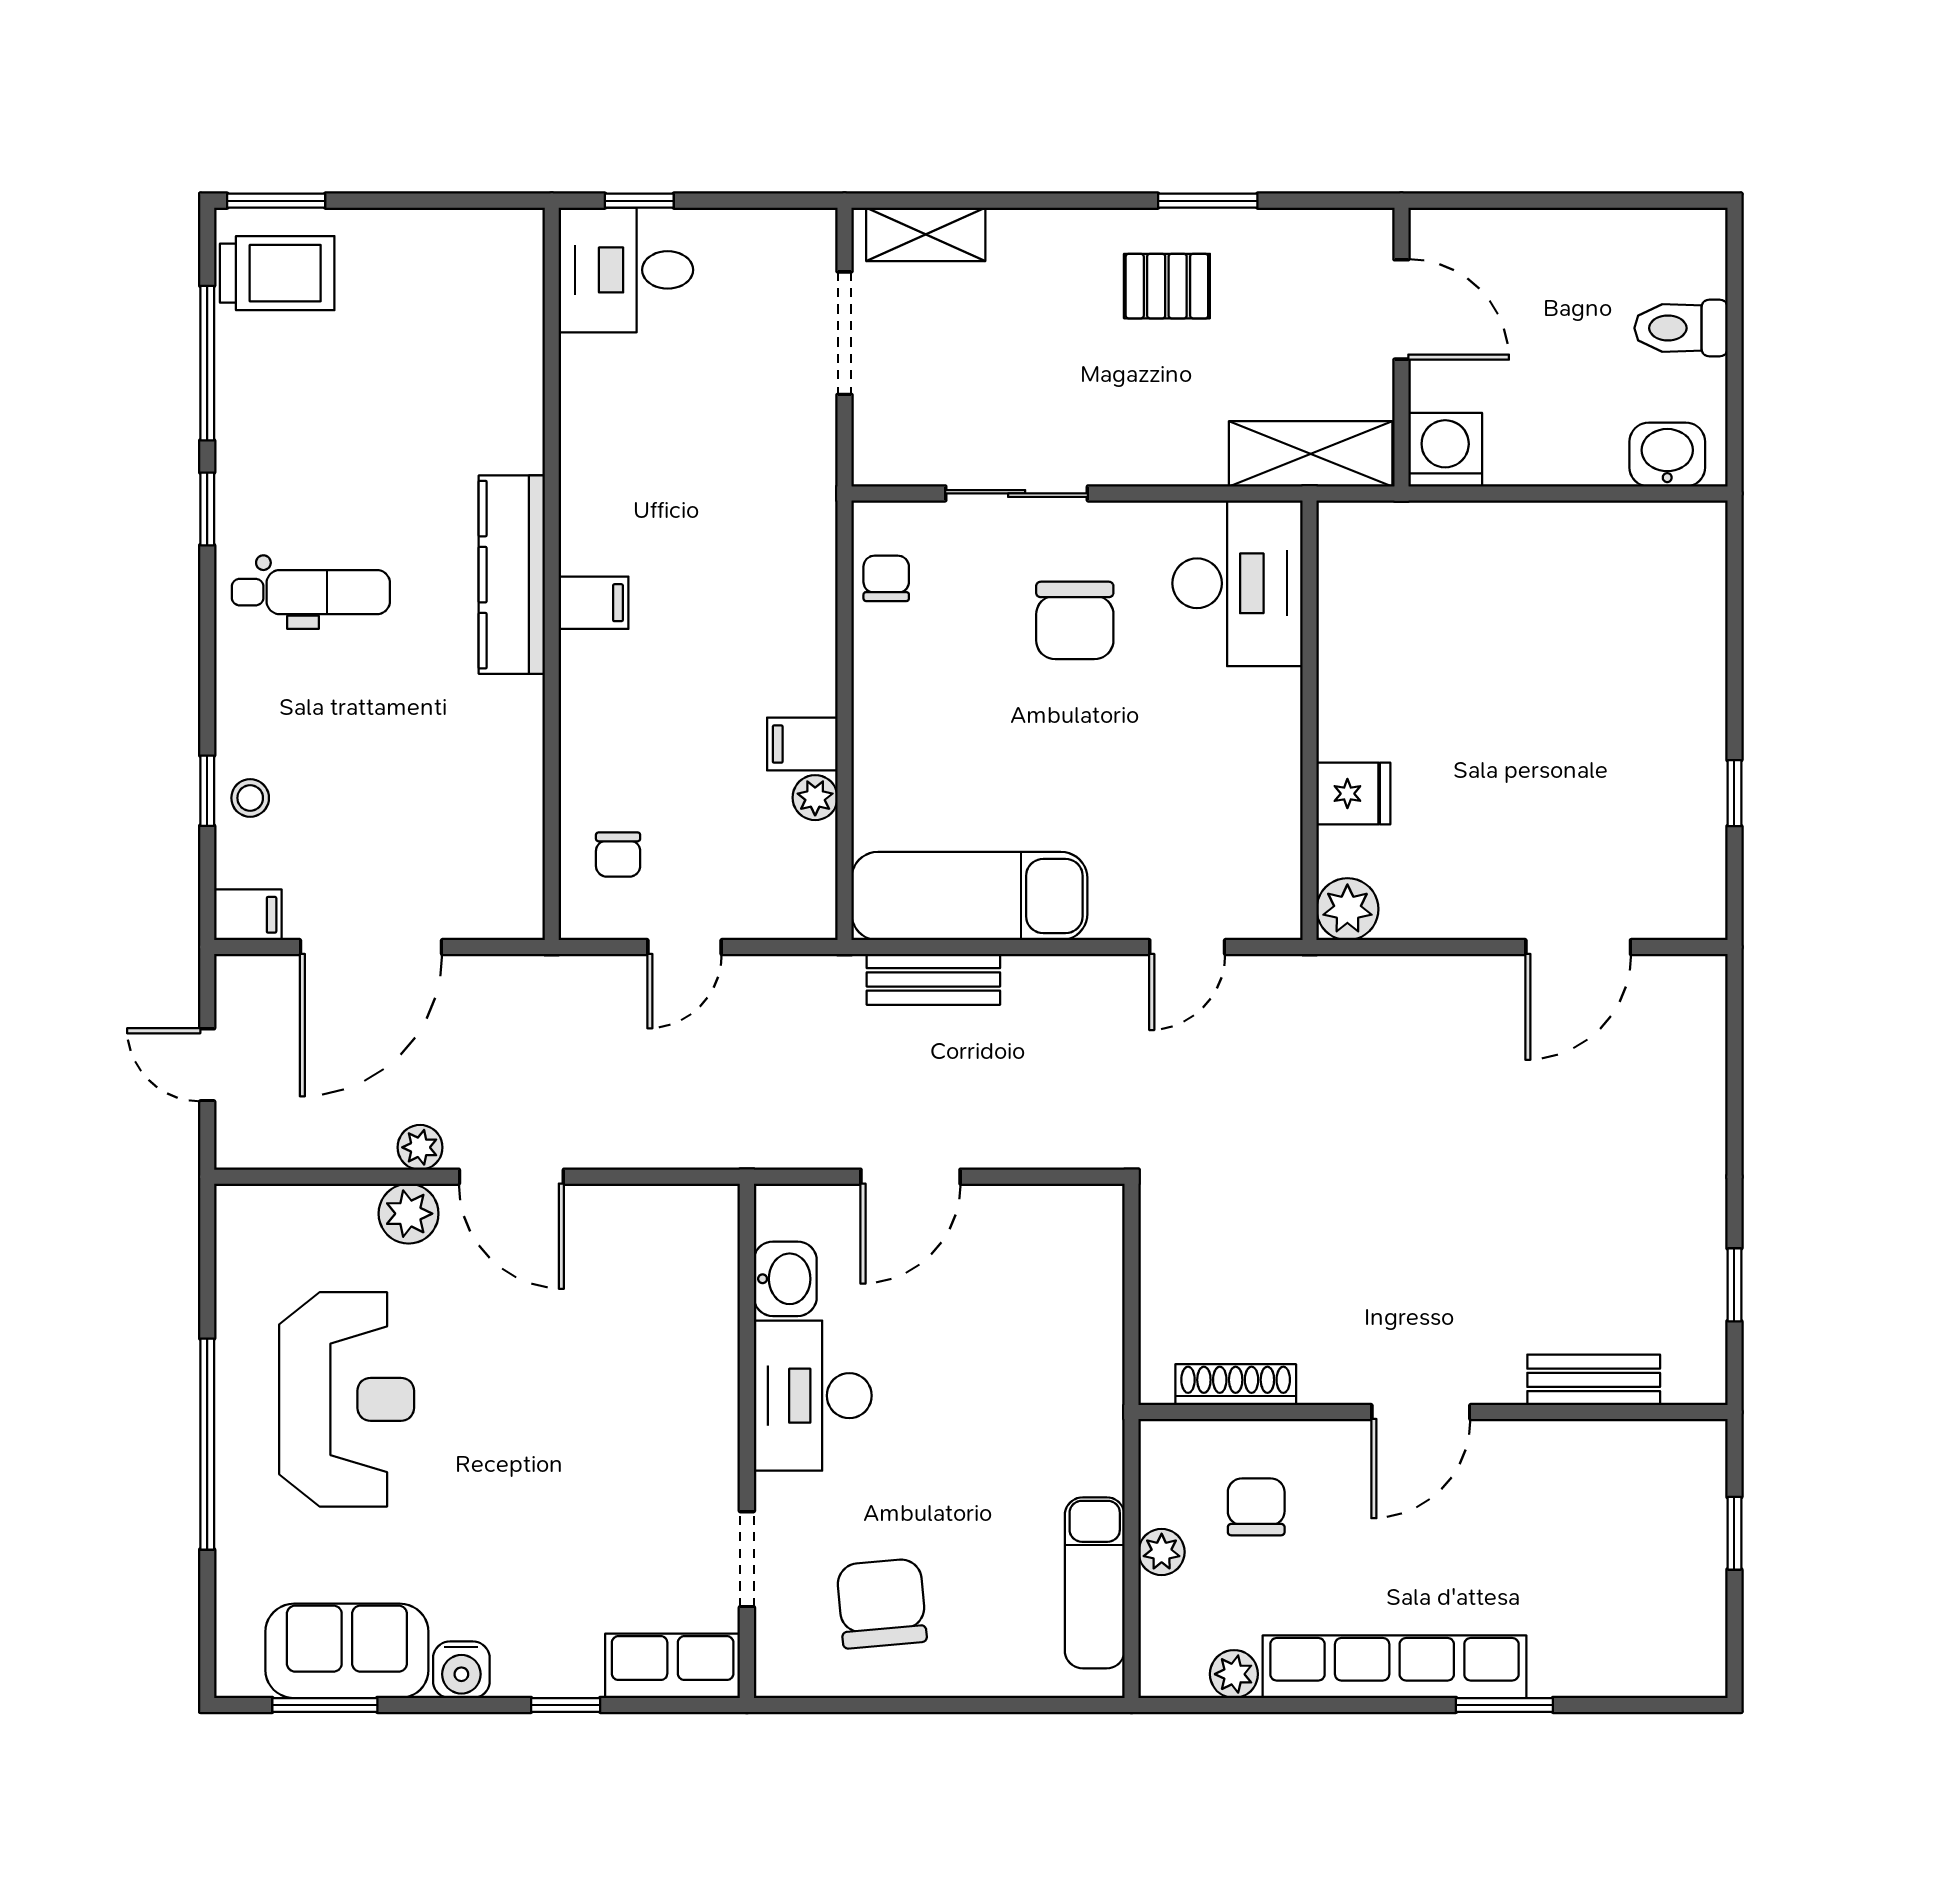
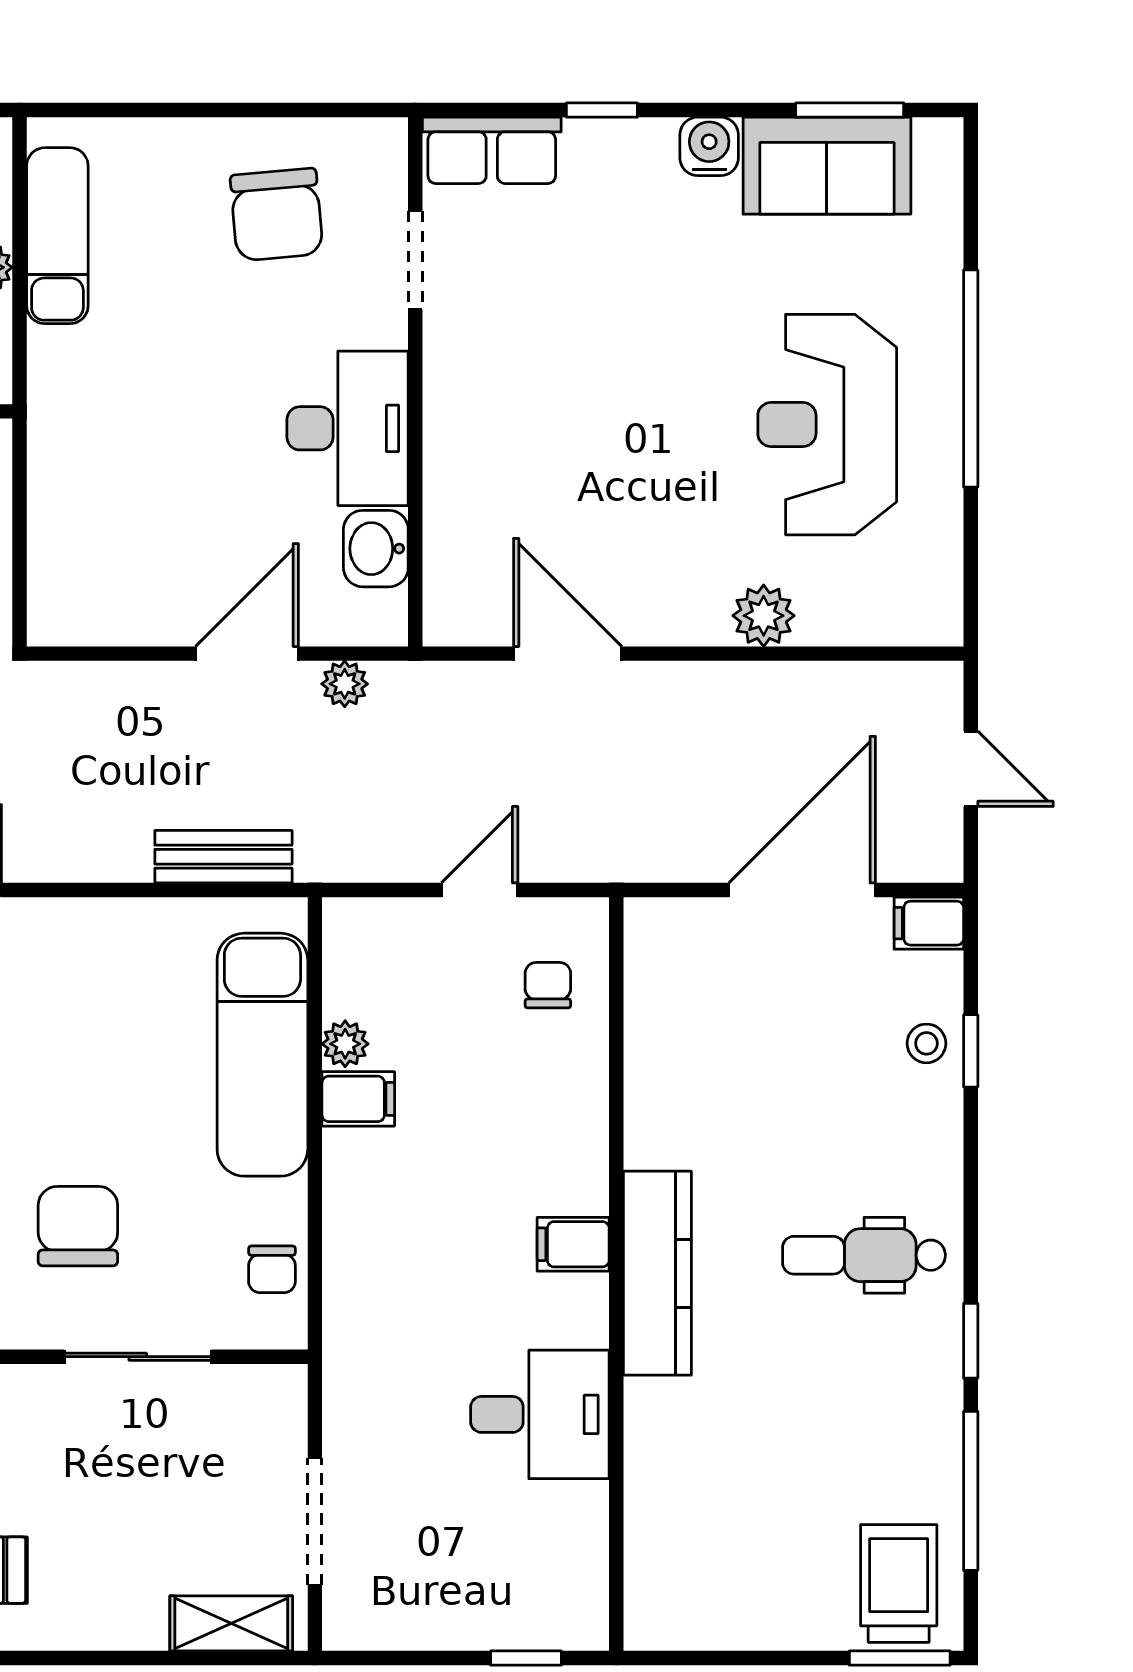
desk: (626, 270) -> (540, 1414), moved
trolley: (277, 273) -> (899, 1583), turned 90
exam couch: (969, 896) -> (262, 1055), moved, turned 90
plant: (420, 1147) -> (345, 684), moved
door: (511, 1177) -> (568, 654), moved

